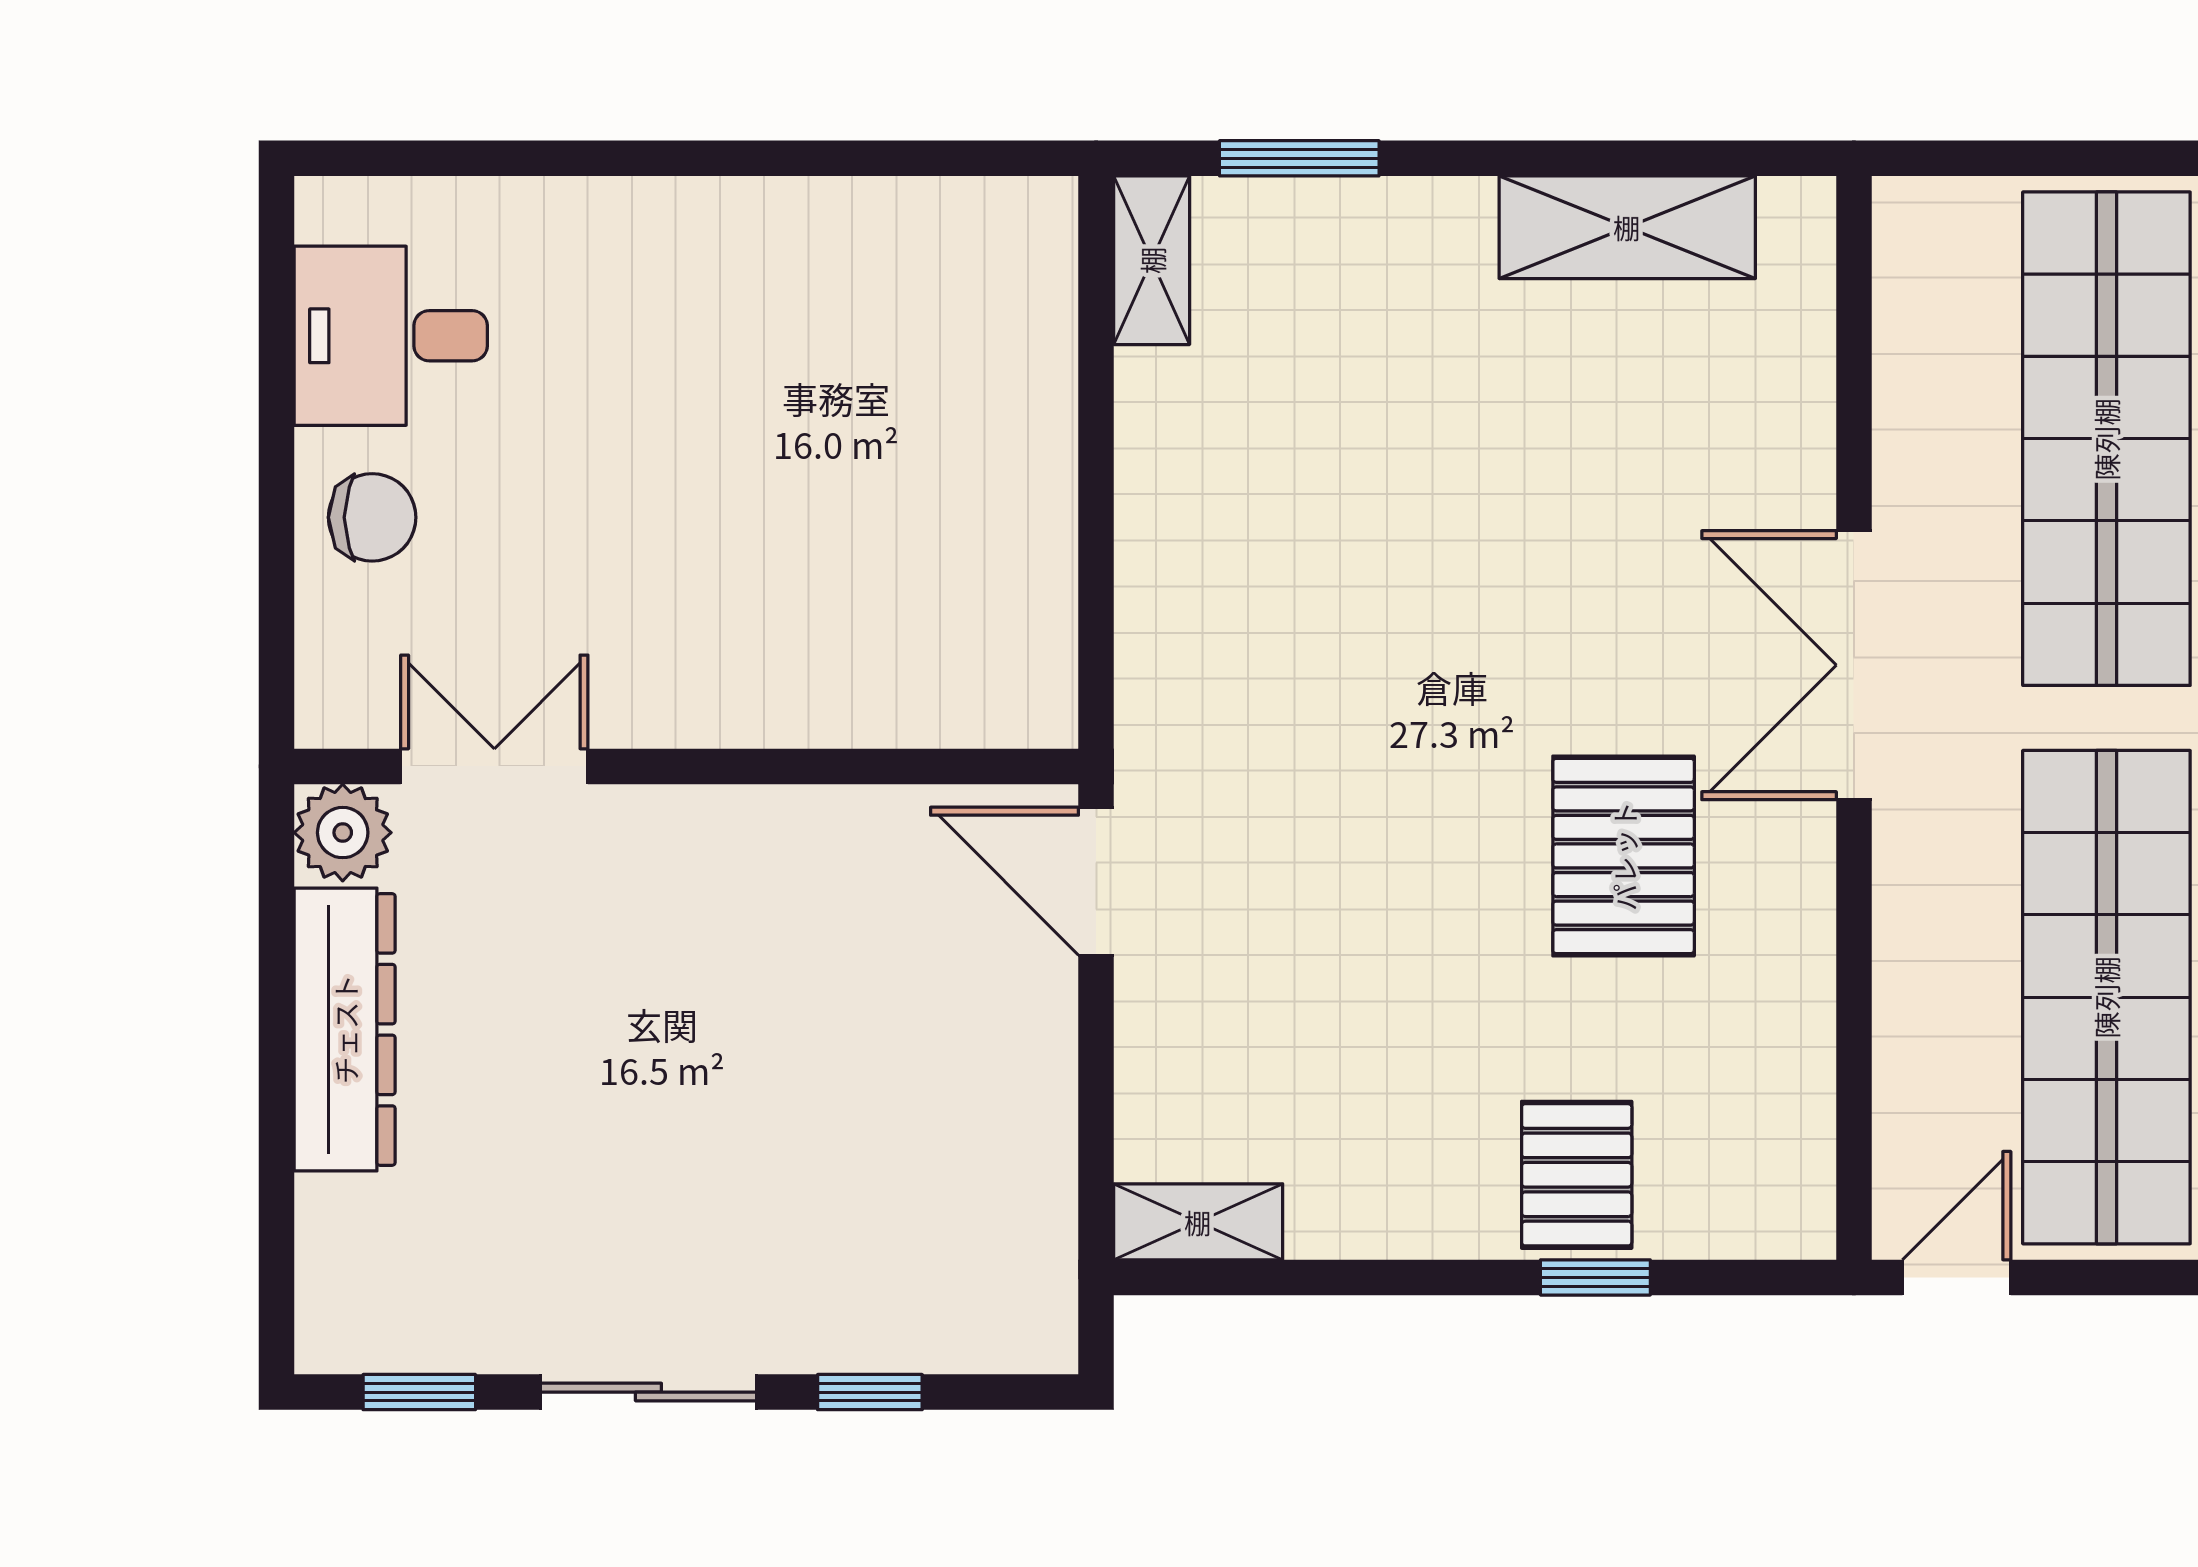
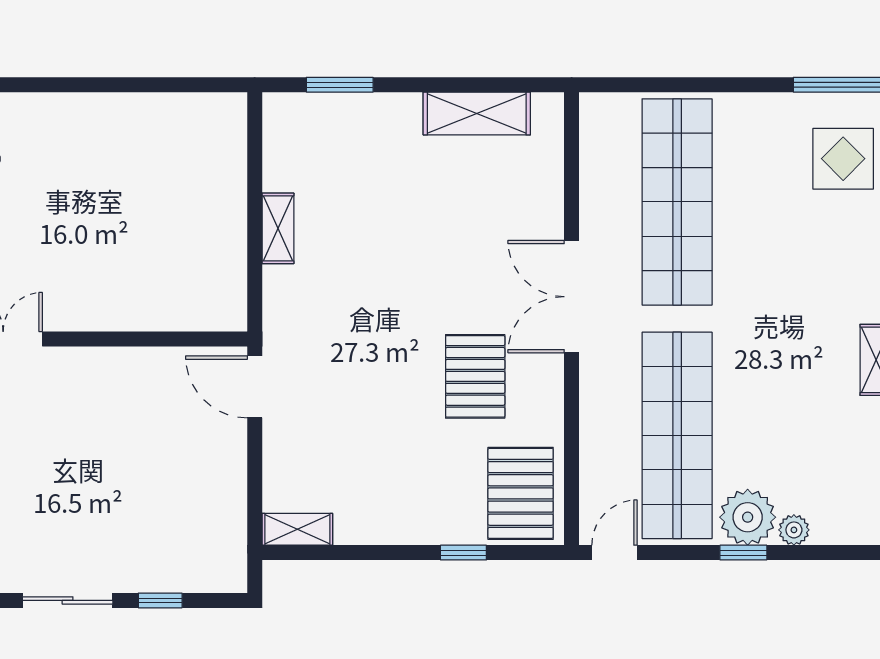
shelving: (1152, 260) -> (278, 228), moved
pallet: (1577, 1175) -> (521, 493), moved, width x1.50, depth x1.42

